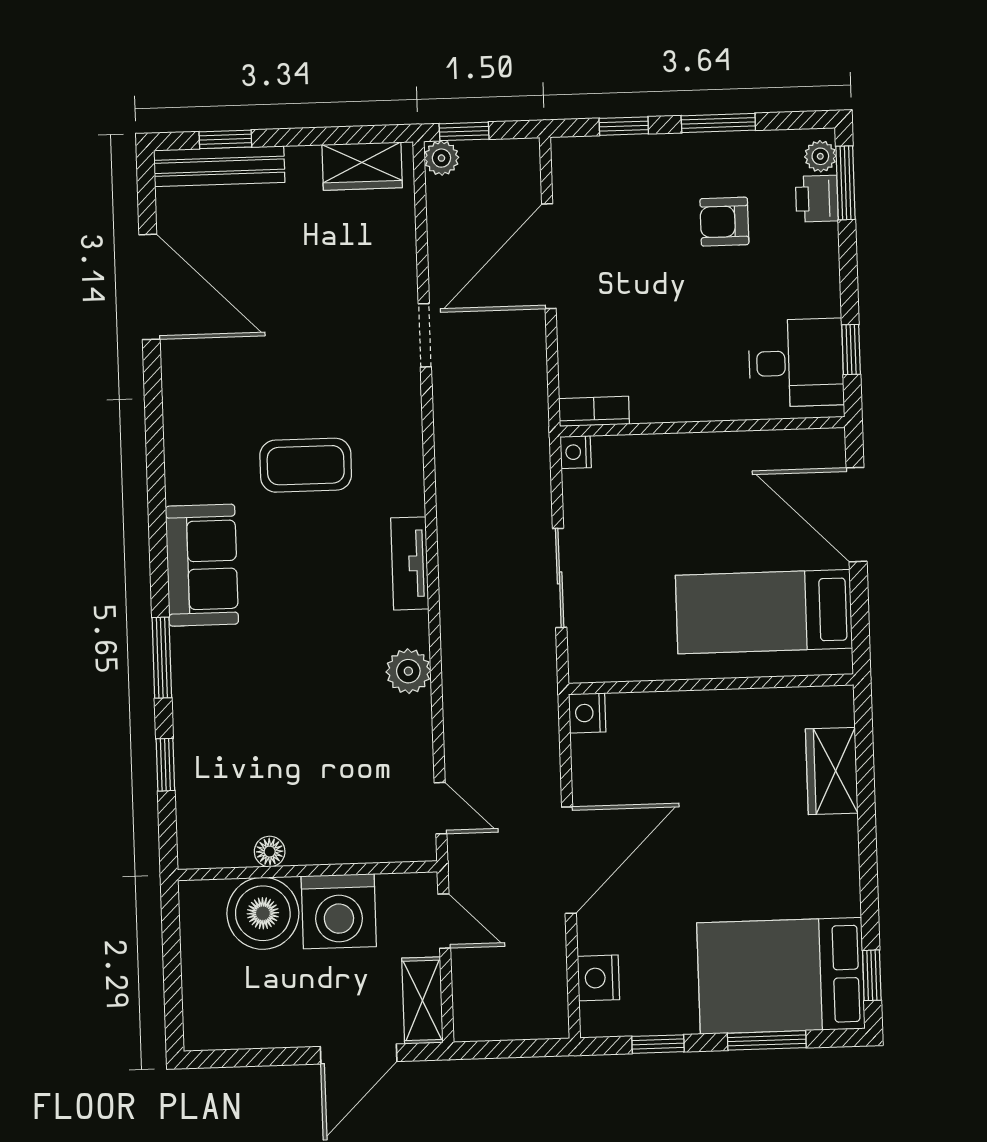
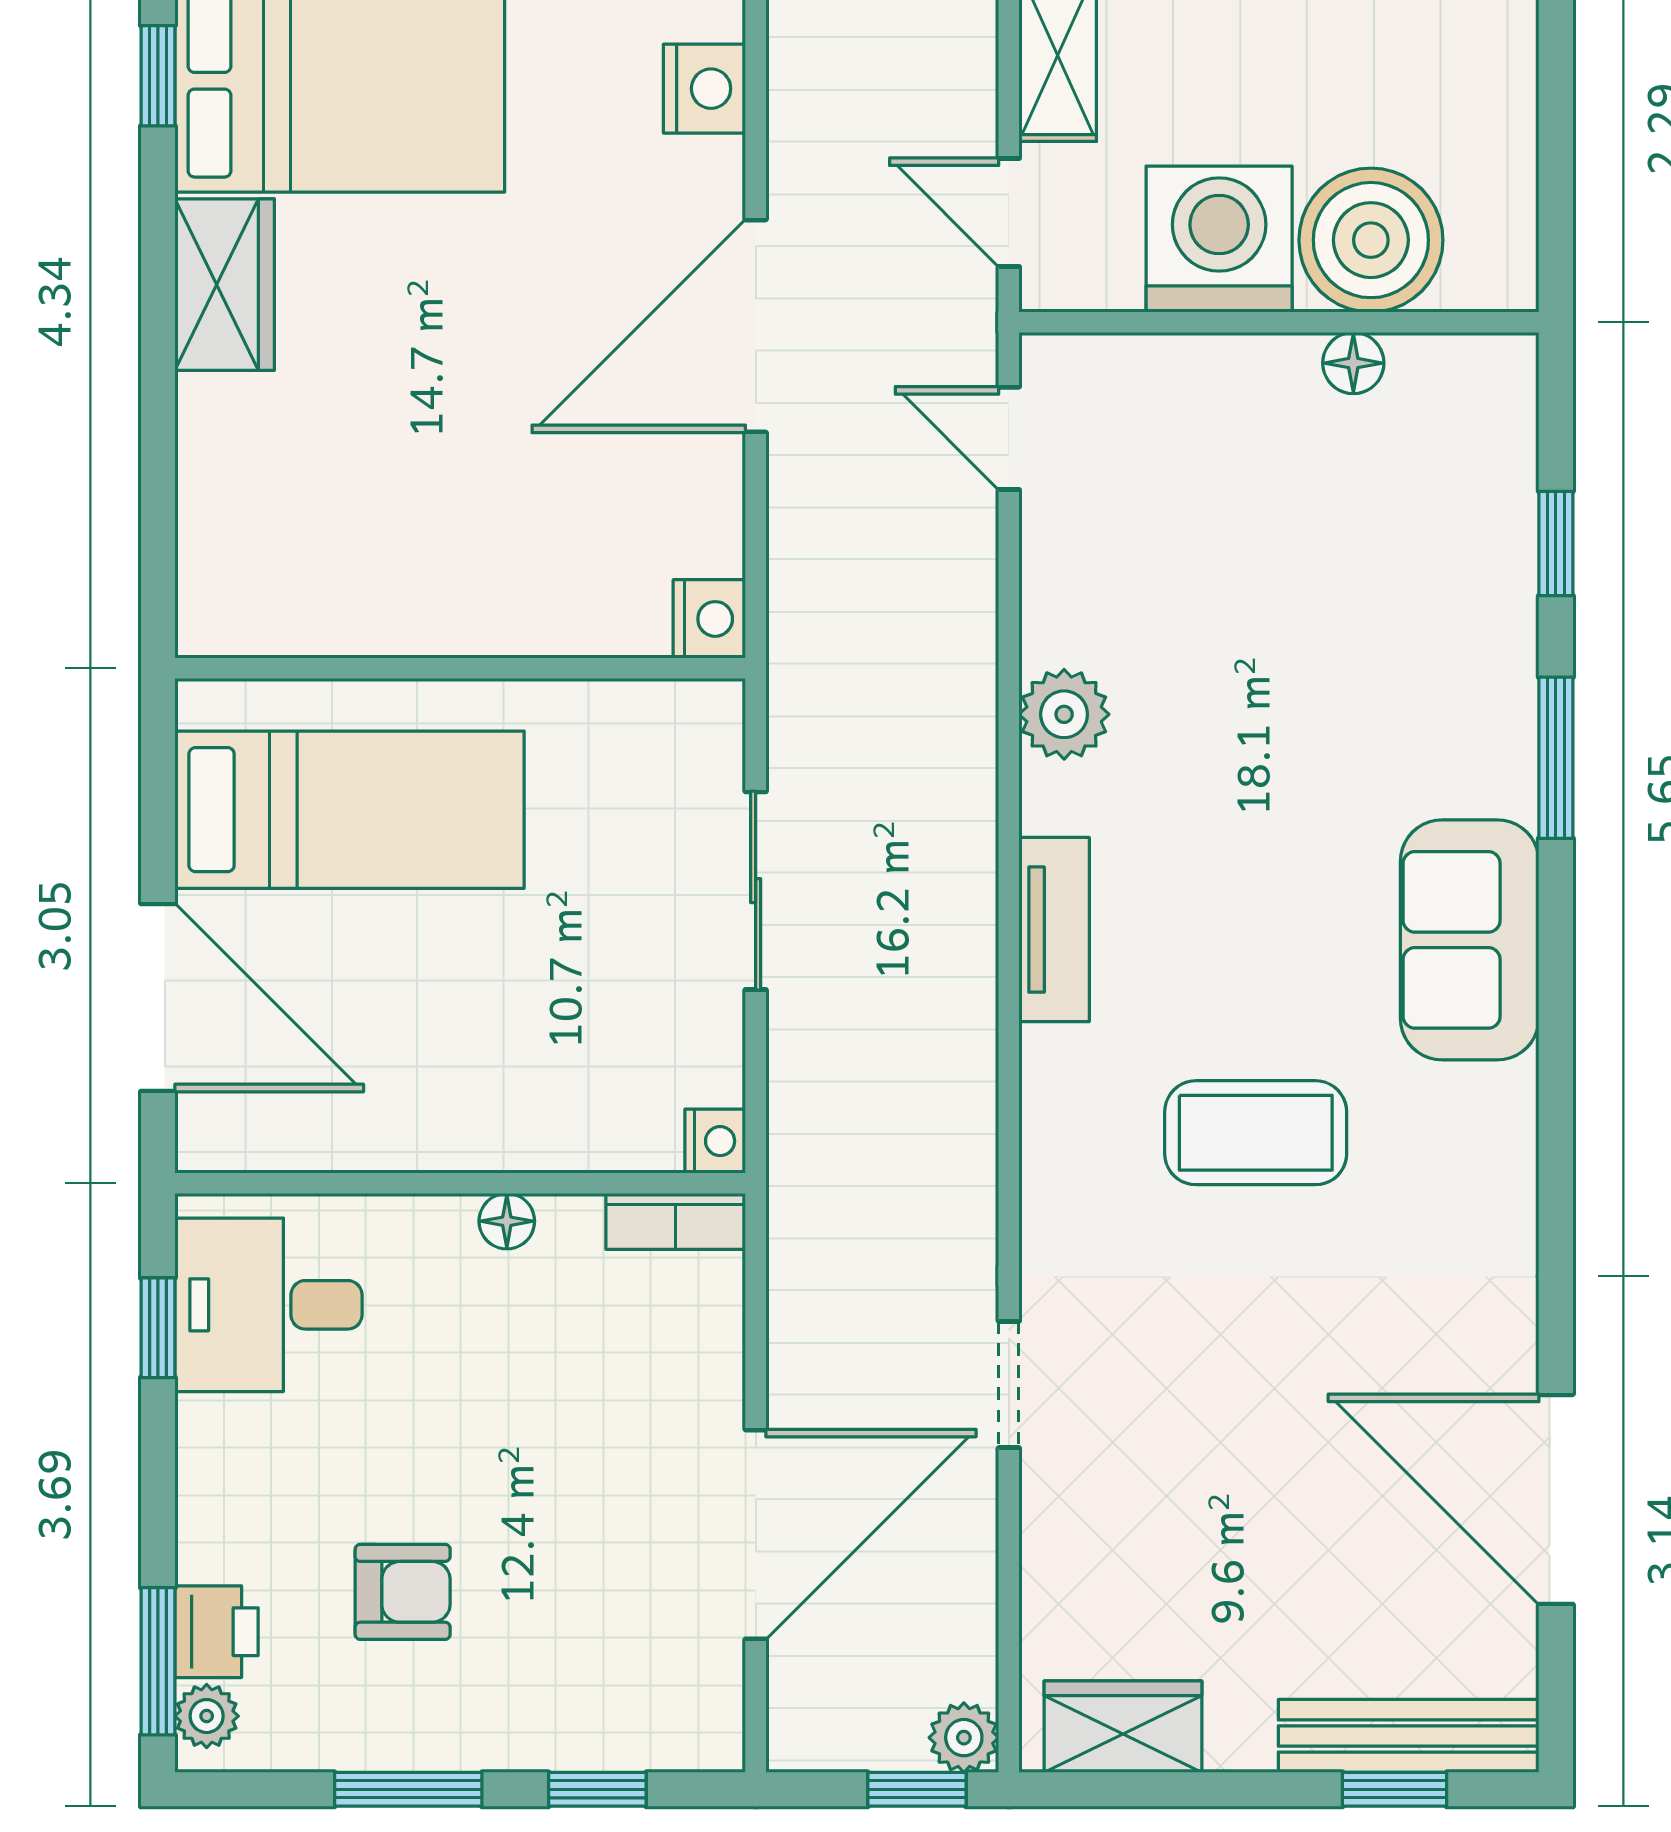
floor lamp: (678, 409) -> (507, 1221), added
wardrobe: (832, 771) -> (225, 285), moved

